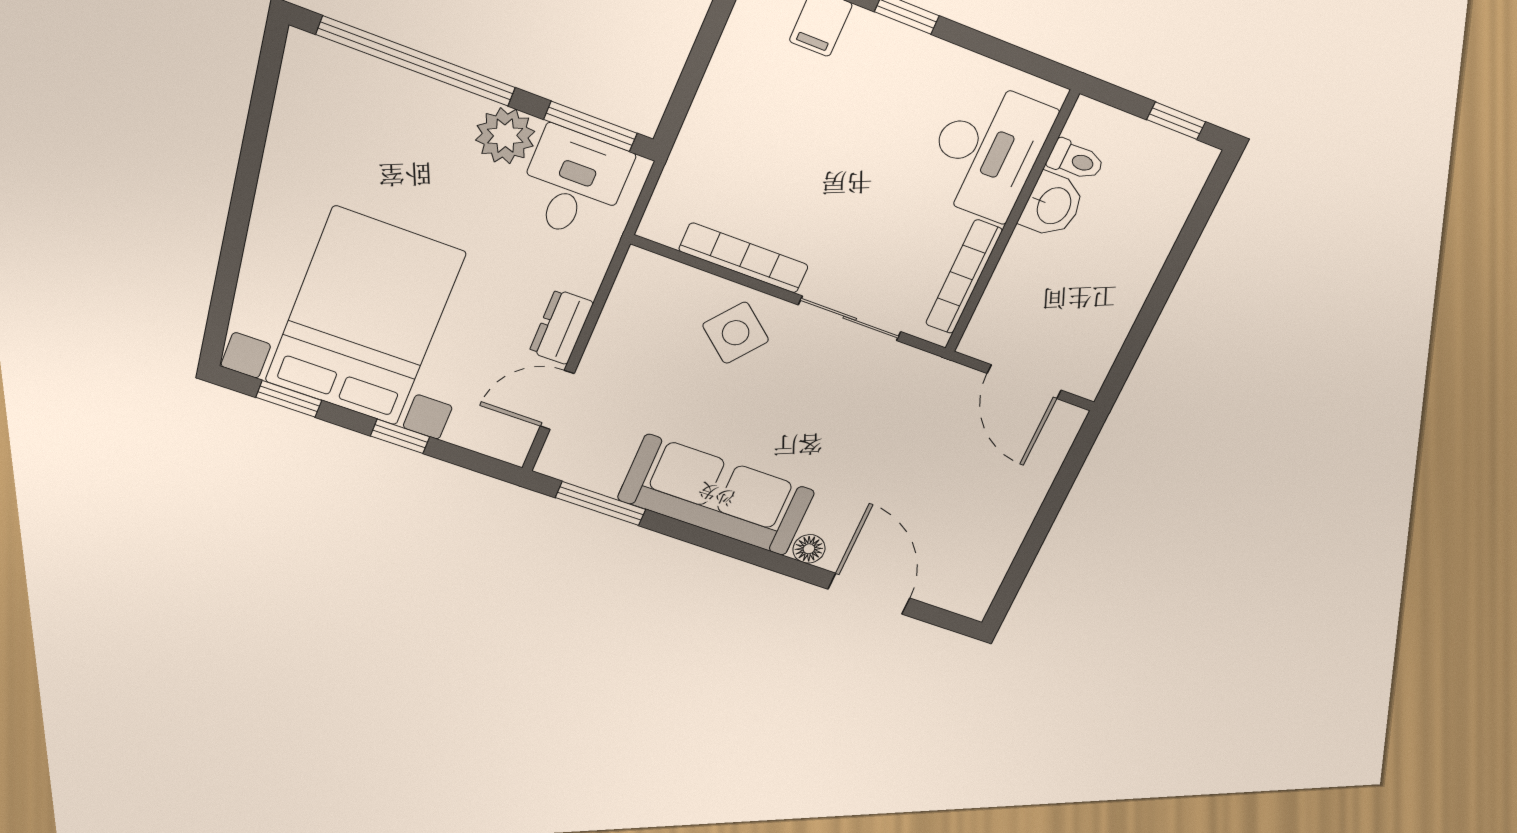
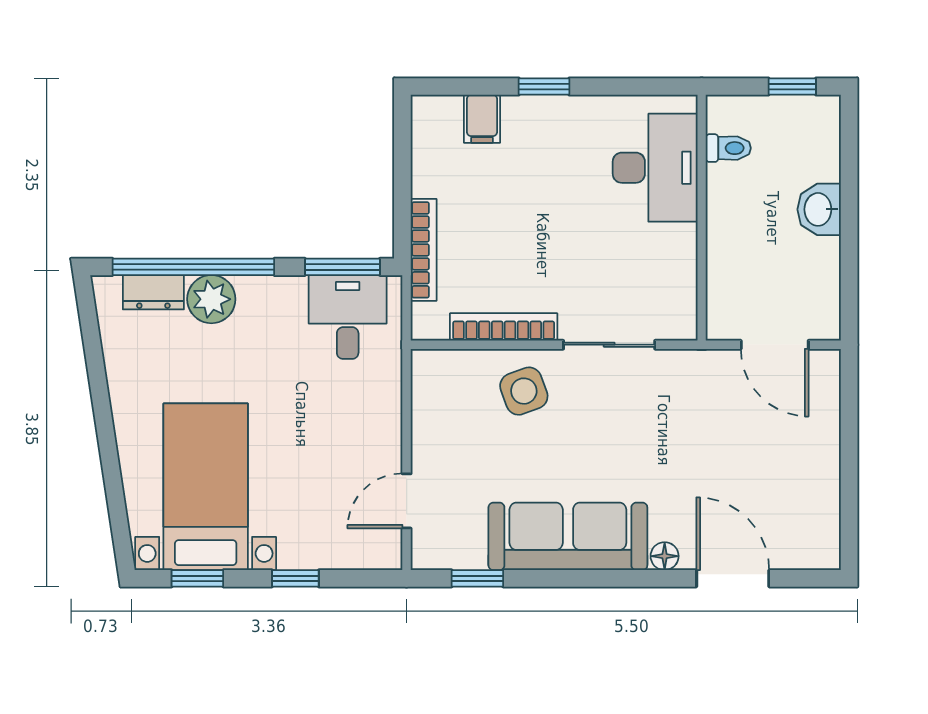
plant: (505, 136) -> (211, 299), moved
washbasin: (1053, 205) -> (819, 209), moved, turned 180
bookcase: (964, 277) -> (424, 250), moved, turned 180
bed with nightstands: (365, 317) -> (206, 487), width x0.73
dresser: (561, 327) -> (153, 292), moved, turned -90
side table: (736, 333) -> (524, 391), turned 31
window: (601, 504) -> (477, 578), width x0.67

